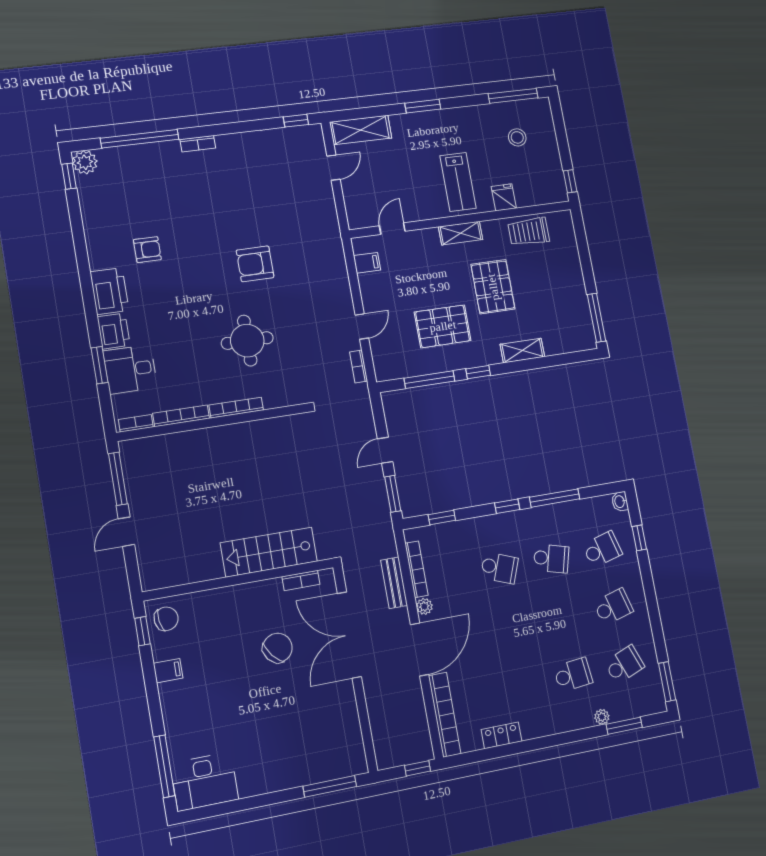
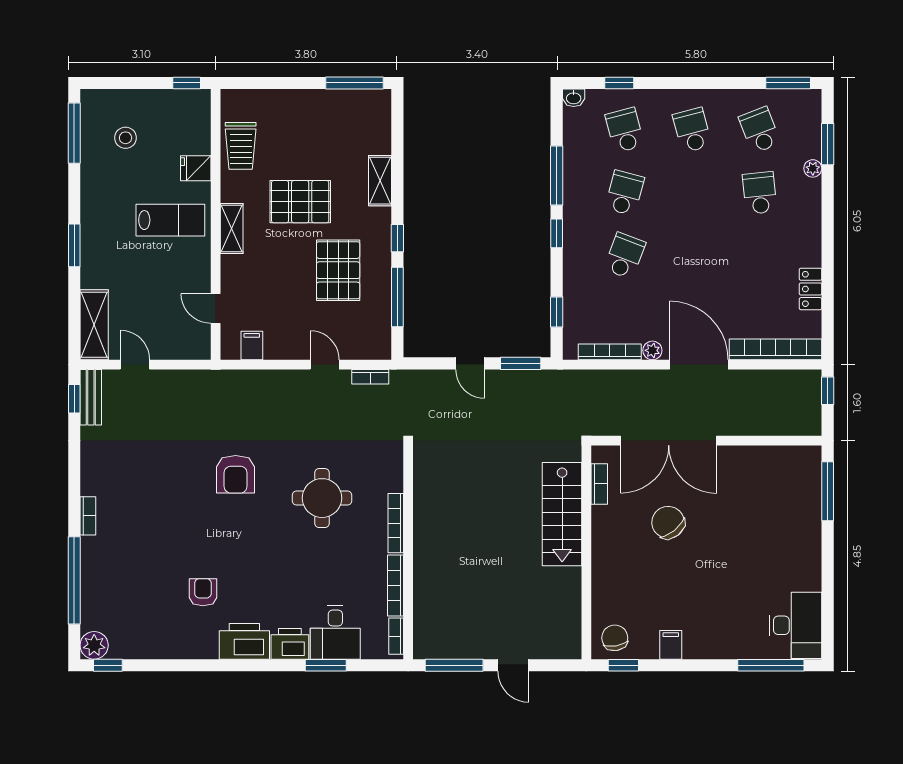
bench: (394, 583) -> (91, 397), moved, turned 90

